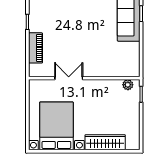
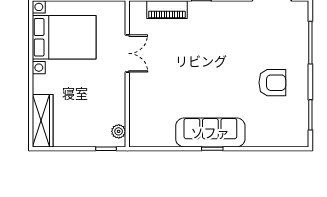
wardrobe: (105, 142) -> (43, 121), moved

